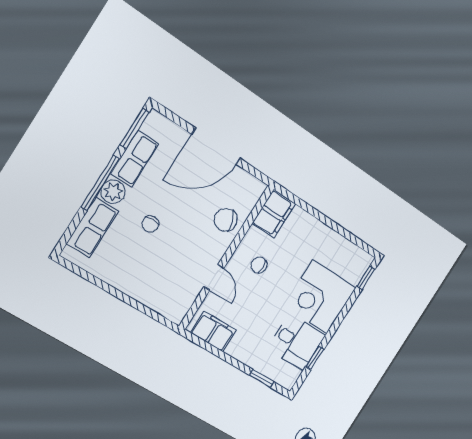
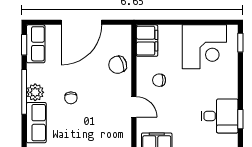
window: (135, 128) -> (24, 45), width x0.67
row of seats: (135, 159) -> (36, 44), moved
corner desk: (320, 297) -> (204, 47), moved, turned -90

